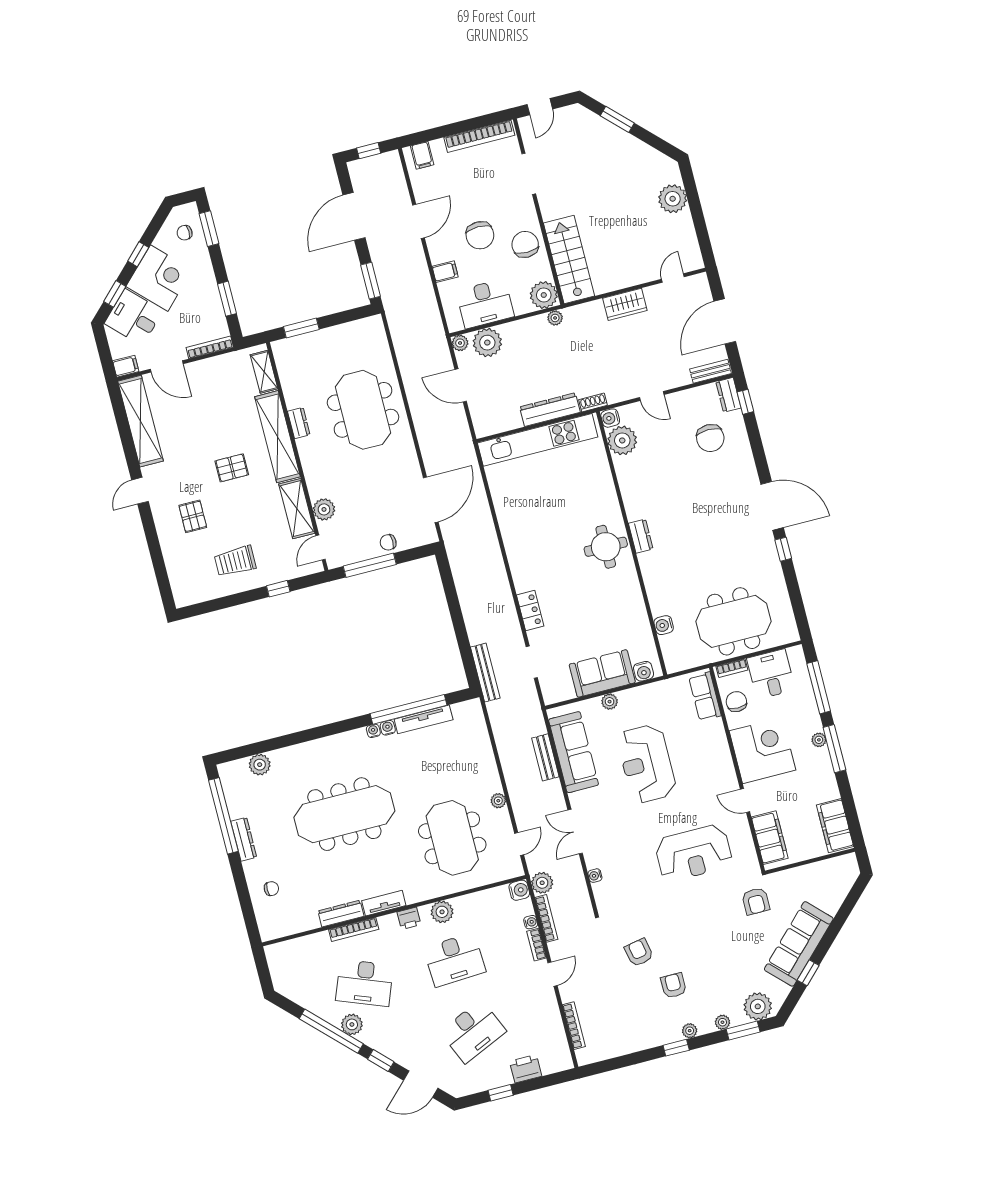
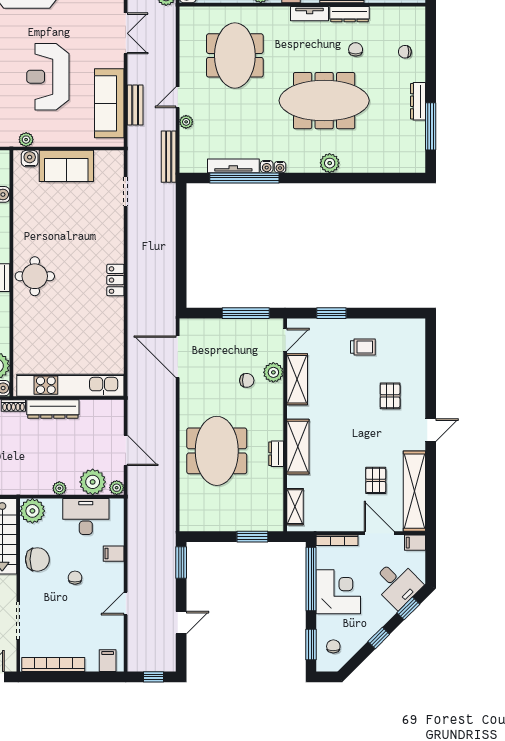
door: (354, 216) -> (181, 623), width x0.53
door: (419, 221) -> (126, 604), width x0.73
chair: (185, 233) -> (333, 646), turned -90
chair: (480, 235) -> (75, 578), width x0.54, depth x0.54
chair: (525, 244) -> (37, 559), turned -90
corner desk: (159, 278) -> (338, 592), moved, turned 135
window: (227, 299) -> (311, 579), width x2.11
plant: (555, 318) -> (59, 488), moved
shelving: (277, 437) -> (298, 447), width x0.68
pallet: (232, 468) -> (376, 480), moved, turned 90
door: (431, 500) -> (178, 357), hinge flipped
chair: (388, 542) -> (247, 380), moved
trolley: (235, 561) -> (363, 347), width x0.73, depth x0.72
window: (278, 589) -> (331, 313), width x1.50
locker: (530, 610) -> (115, 280), moved
bench: (485, 673) -> (169, 157), moved
plant: (610, 702) -> (26, 140), moved
reception desk: (647, 764) -> (48, 77), turned 180
plant: (260, 765) -> (330, 163), moved
plant: (498, 801) -> (186, 122), moved
window: (223, 816) -> (431, 126), width x0.68
door: (519, 844) -> (178, 97), moved
chair: (325, 878) -> (356, 49), added

